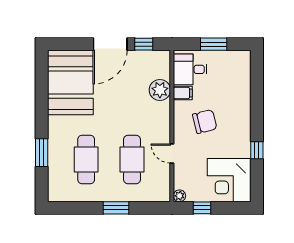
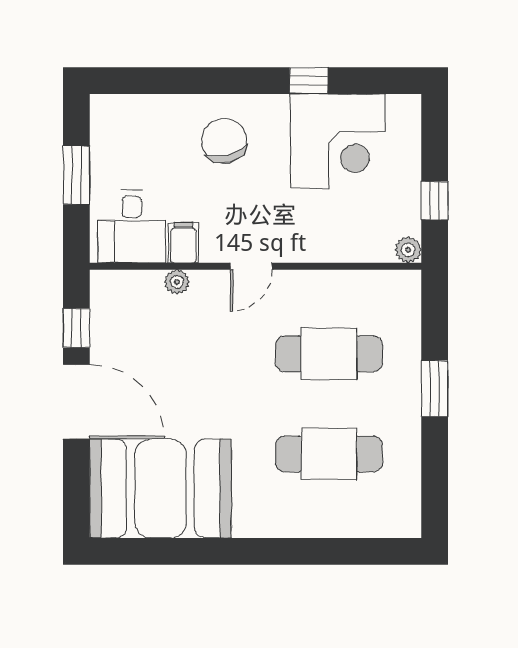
plant: (160, 90) -> (177, 282), width x0.53, depth x0.53
chair: (205, 122) -> (224, 141), moved
window: (42, 153) -> (314, 551), removed
door: (172, 154) -> (251, 266), moved
corner desk: (229, 180) -> (338, 141), moved

